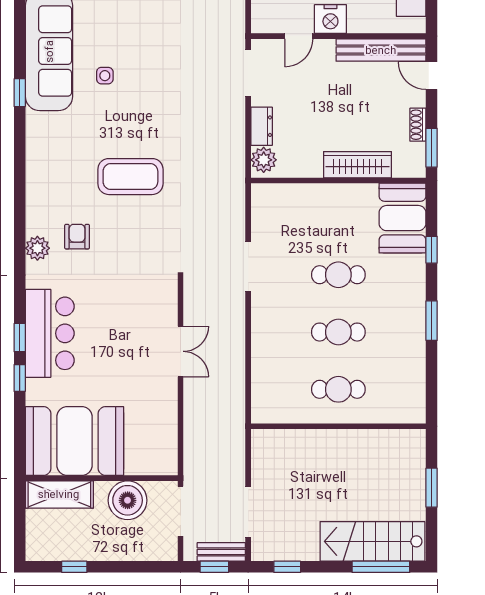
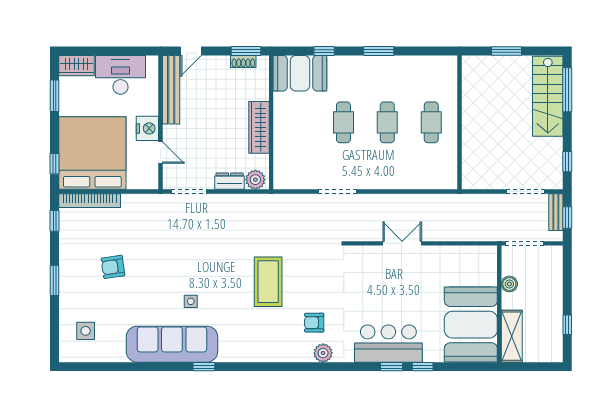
shoe rack: (418, 125) -> (243, 61), moved
wardrobe: (357, 165) -> (259, 127), moved
boiler: (128, 500) -> (509, 284), width x0.54, depth x0.54

